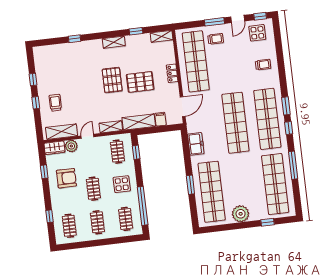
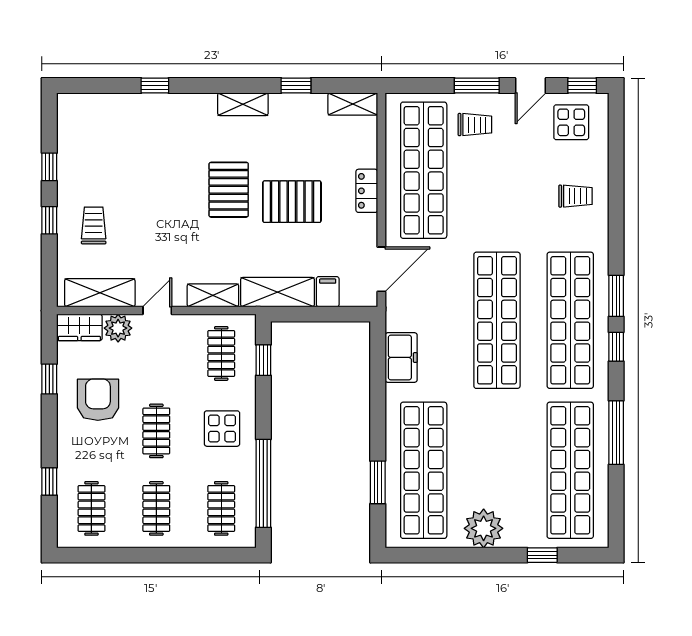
armchair: (66, 178) -> (98, 400), turned -90
window: (190, 185) -> (378, 482), moved

